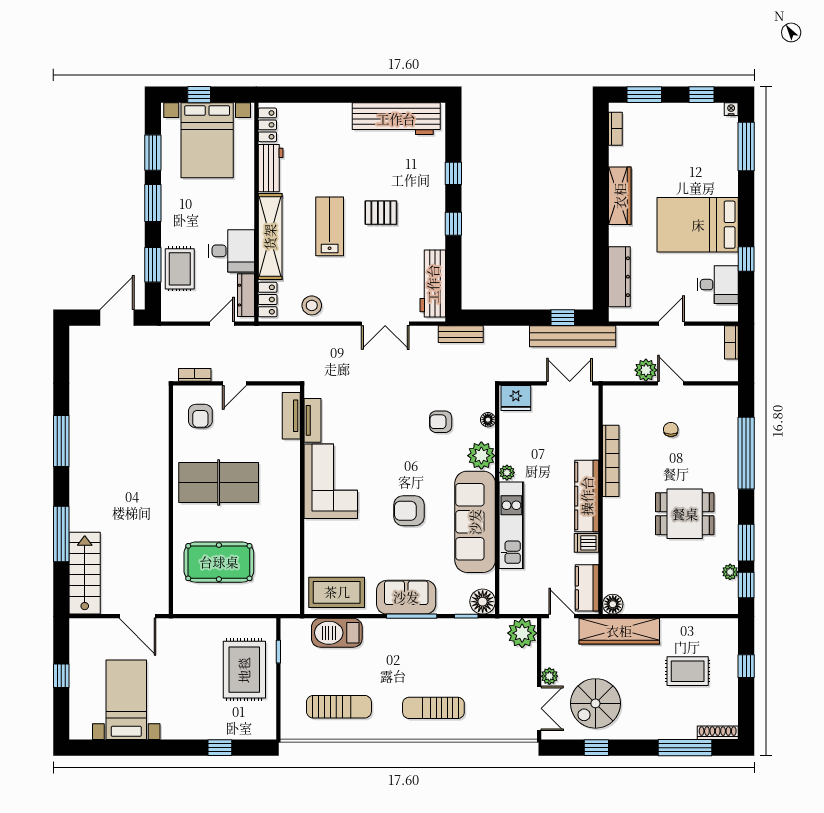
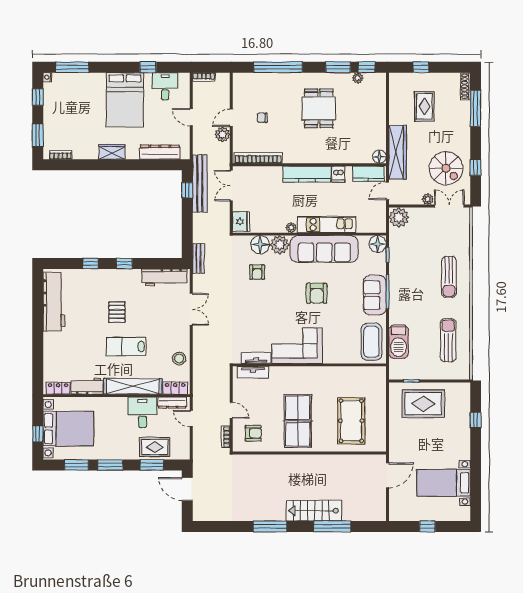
wardrobe: (620, 196) -> (112, 152), width x0.67
floor lamp: (488, 420) -> (260, 245), width x1.89, depth x1.89
bookcase: (611, 461) -> (258, 158), moved
stairs: (85, 573) -> (314, 511), moved

